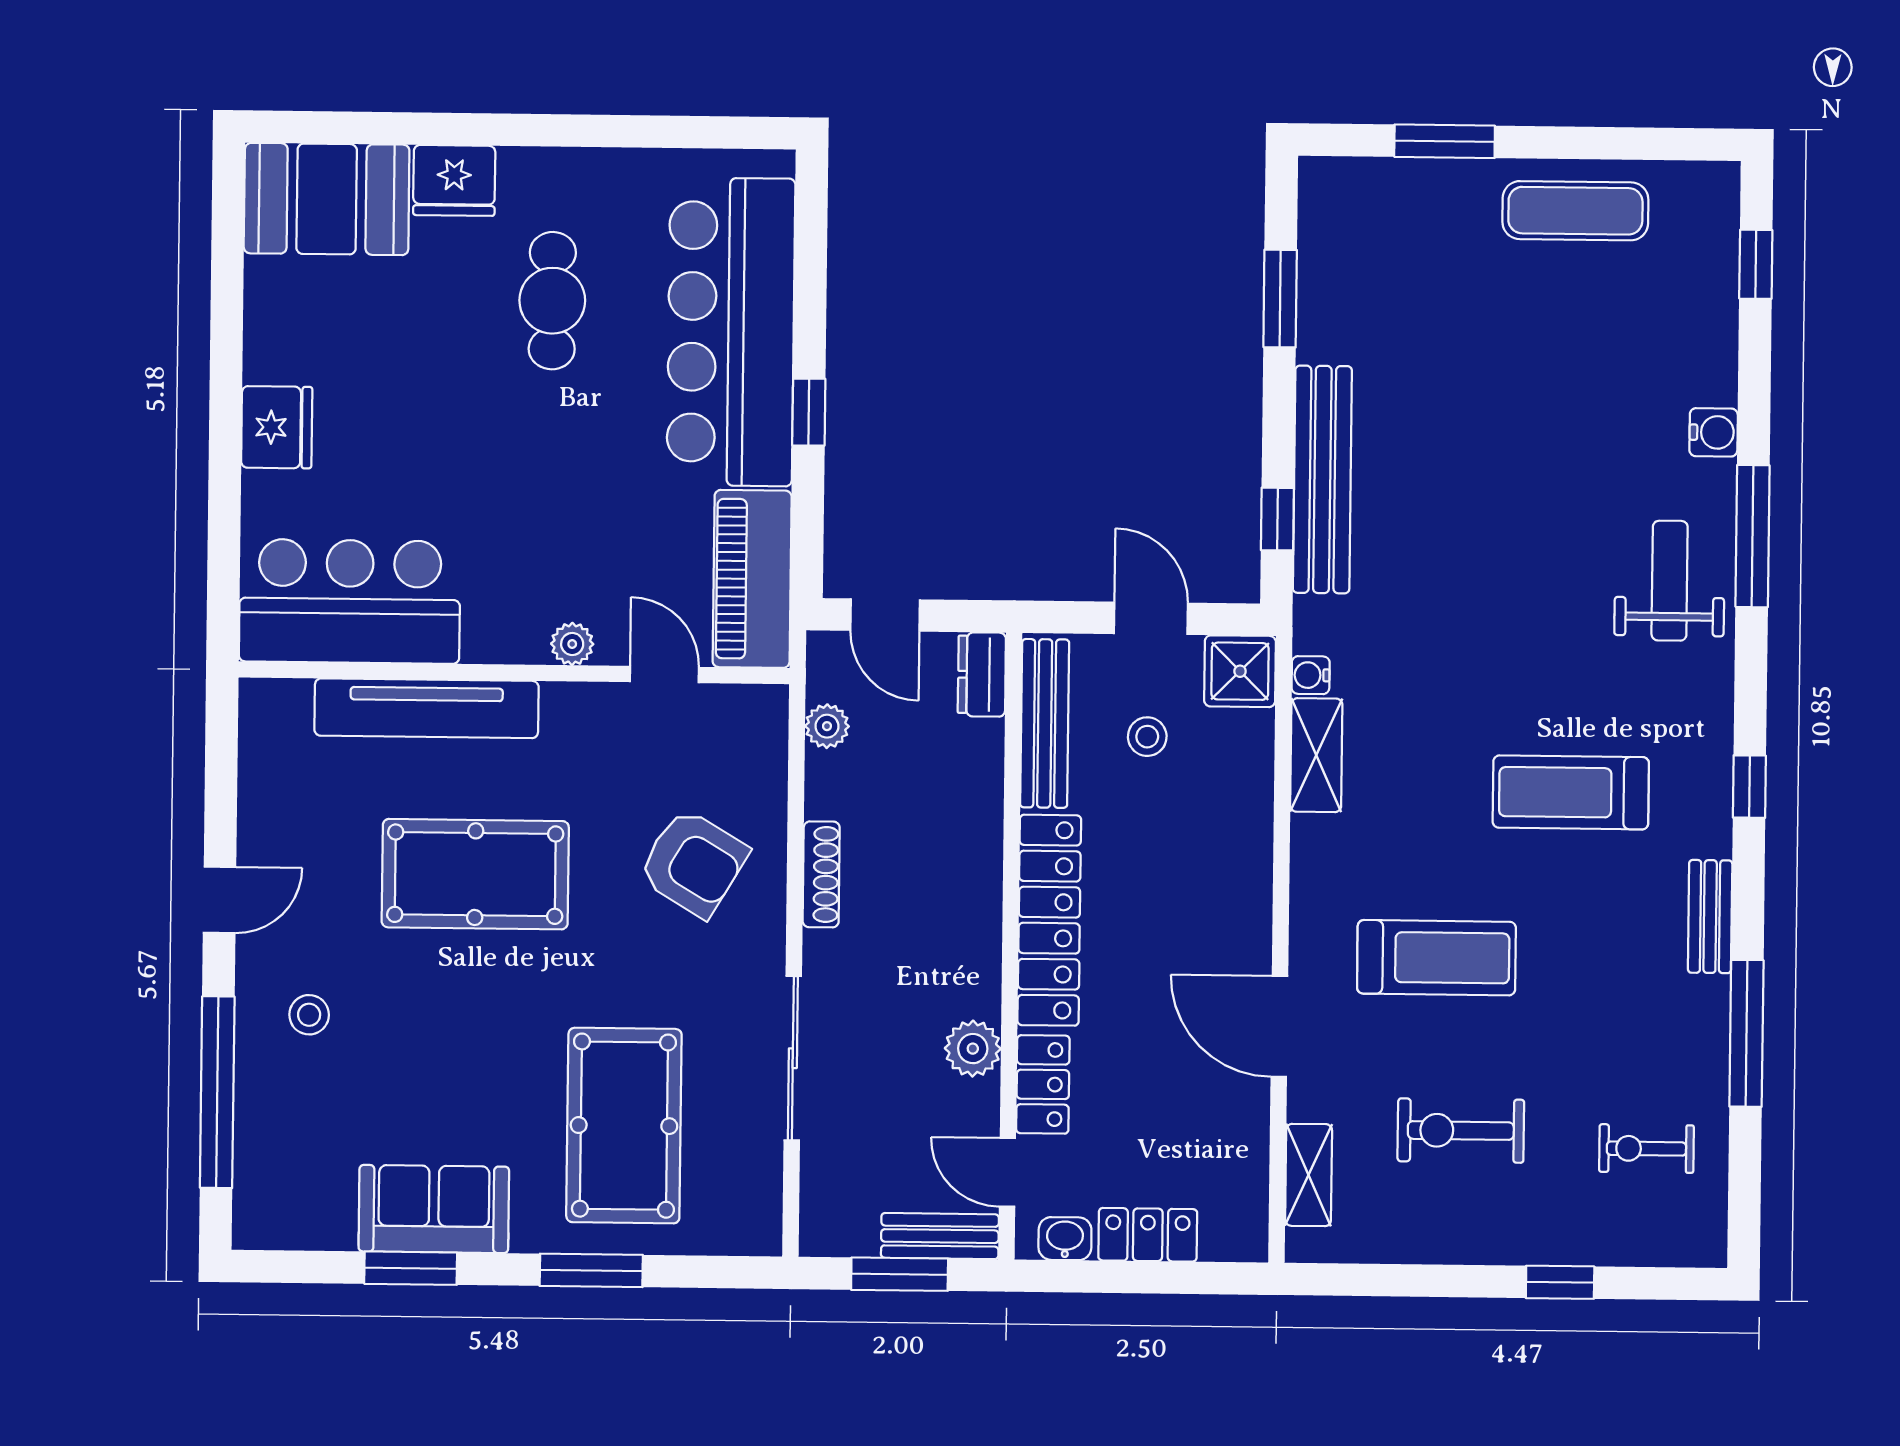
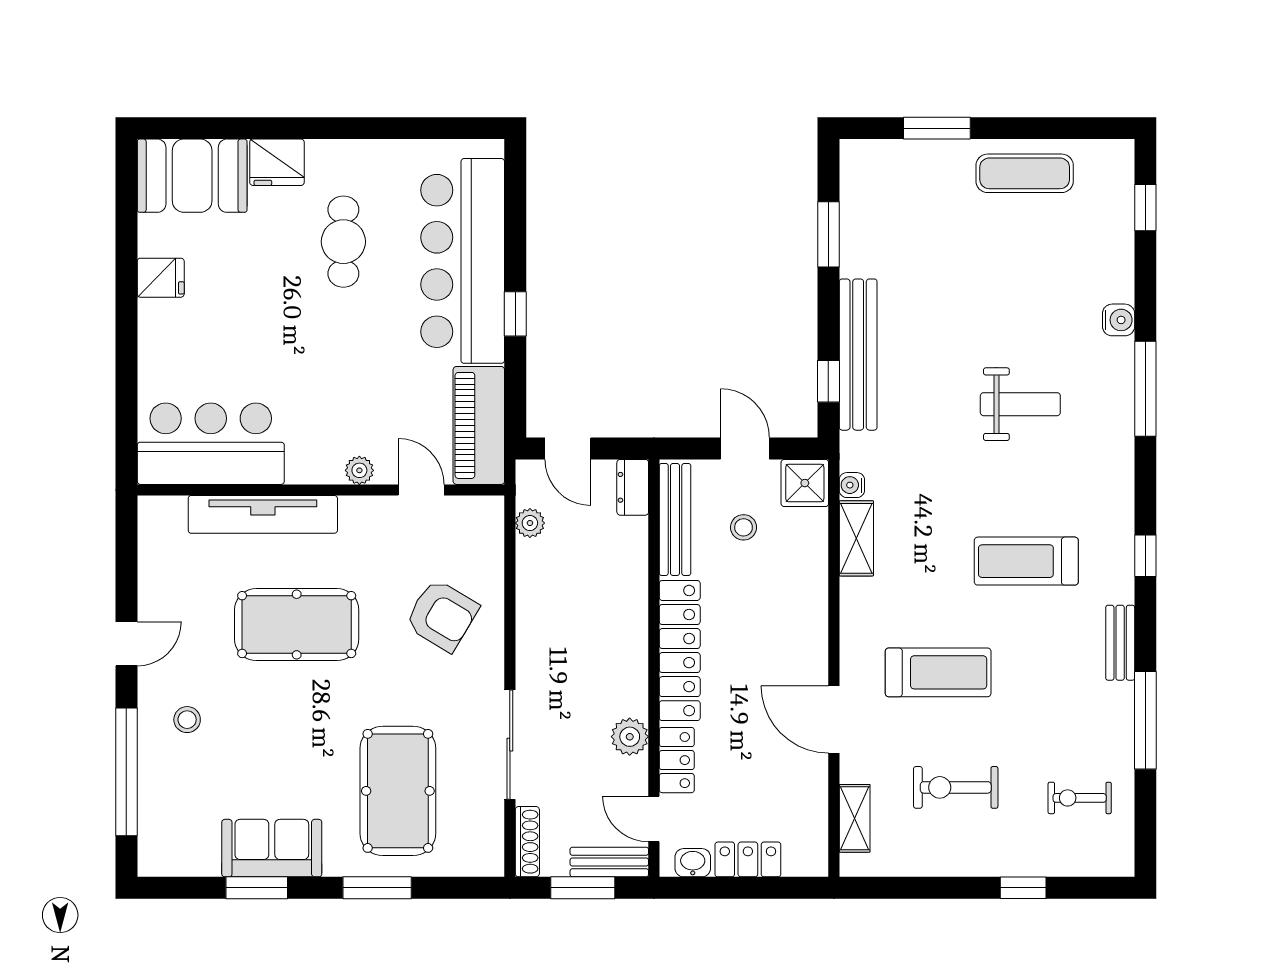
fridge: (277, 427) -> (161, 278), moved, width x0.72
weight bench: (1670, 581) -> (1020, 404), moved, turned 90
shoe rack: (821, 874) -> (527, 842), moved

